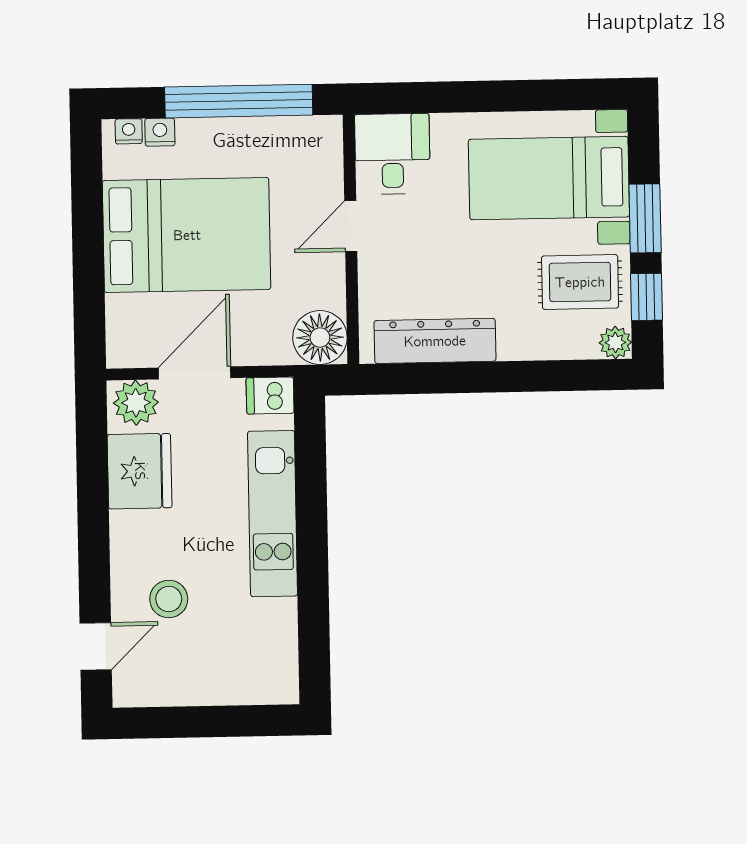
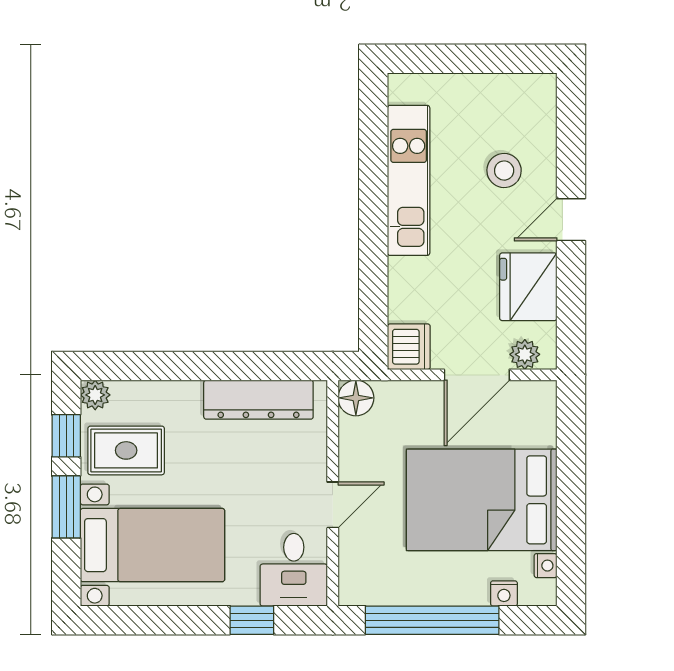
window: (438, 97) -> (252, 620), added
nightstand: (129, 131) -> (546, 566), moved, turned -90
floor lamp: (320, 338) -> (356, 398), width x0.73, depth x0.73
dishwasher: (270, 396) -> (409, 347), width x1.38
plant: (136, 403) -> (525, 354), width x0.73, depth x0.73
kitchen unit: (273, 514) -> (409, 180), moved
door: (96, 646) -> (571, 220), moved

